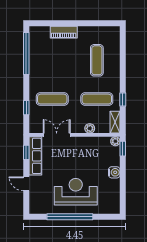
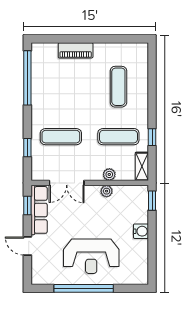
double door: (57, 135) -> (67, 183), swing flipped
plant: (115, 141) -> (107, 191), moved
reception desk: (76, 192) -> (91, 256), turned 180

